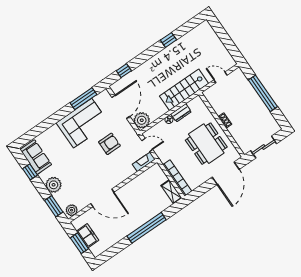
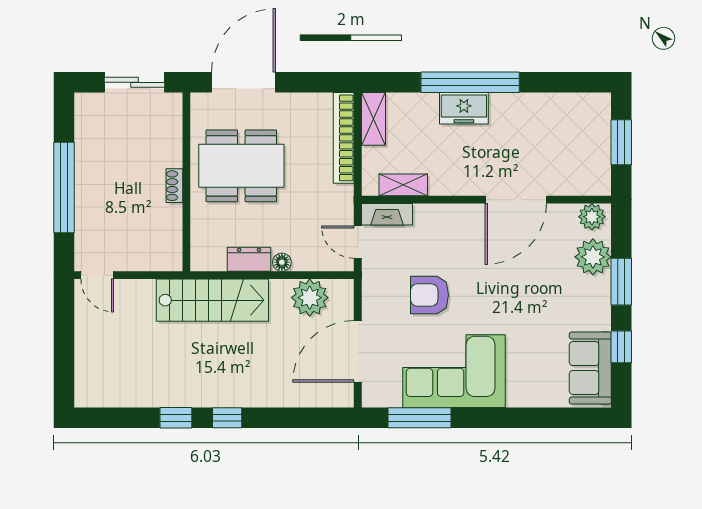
window: (124, 71) -> (227, 418), moved
door: (221, 77) -> (97, 275), moved
plant: (142, 120) -> (310, 298), moved
dining table: (206, 144) -> (241, 166), turned 90
shelving: (145, 176) -> (403, 185), added
plant: (54, 185) -> (593, 257), moved
door: (102, 198) -> (516, 200), swing flipped
window: (54, 206) -> (621, 282), moved
freezer: (87, 236) -> (464, 108), moved, turned -90

